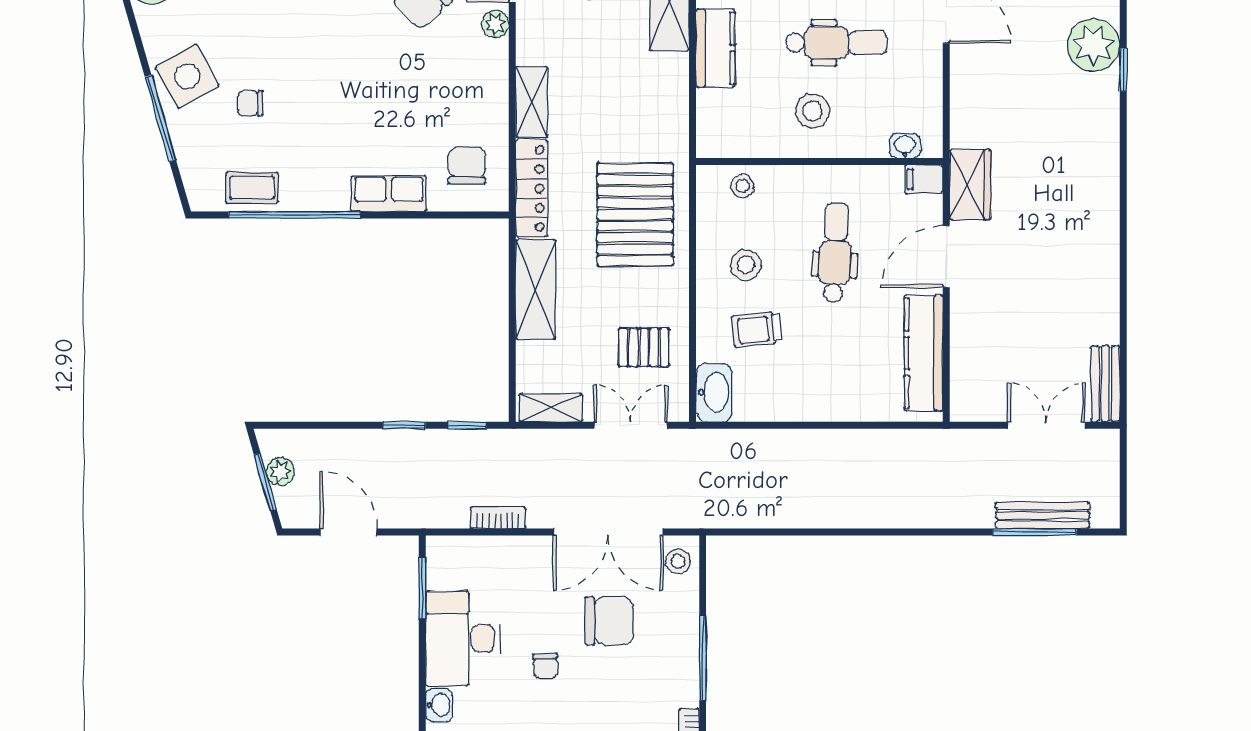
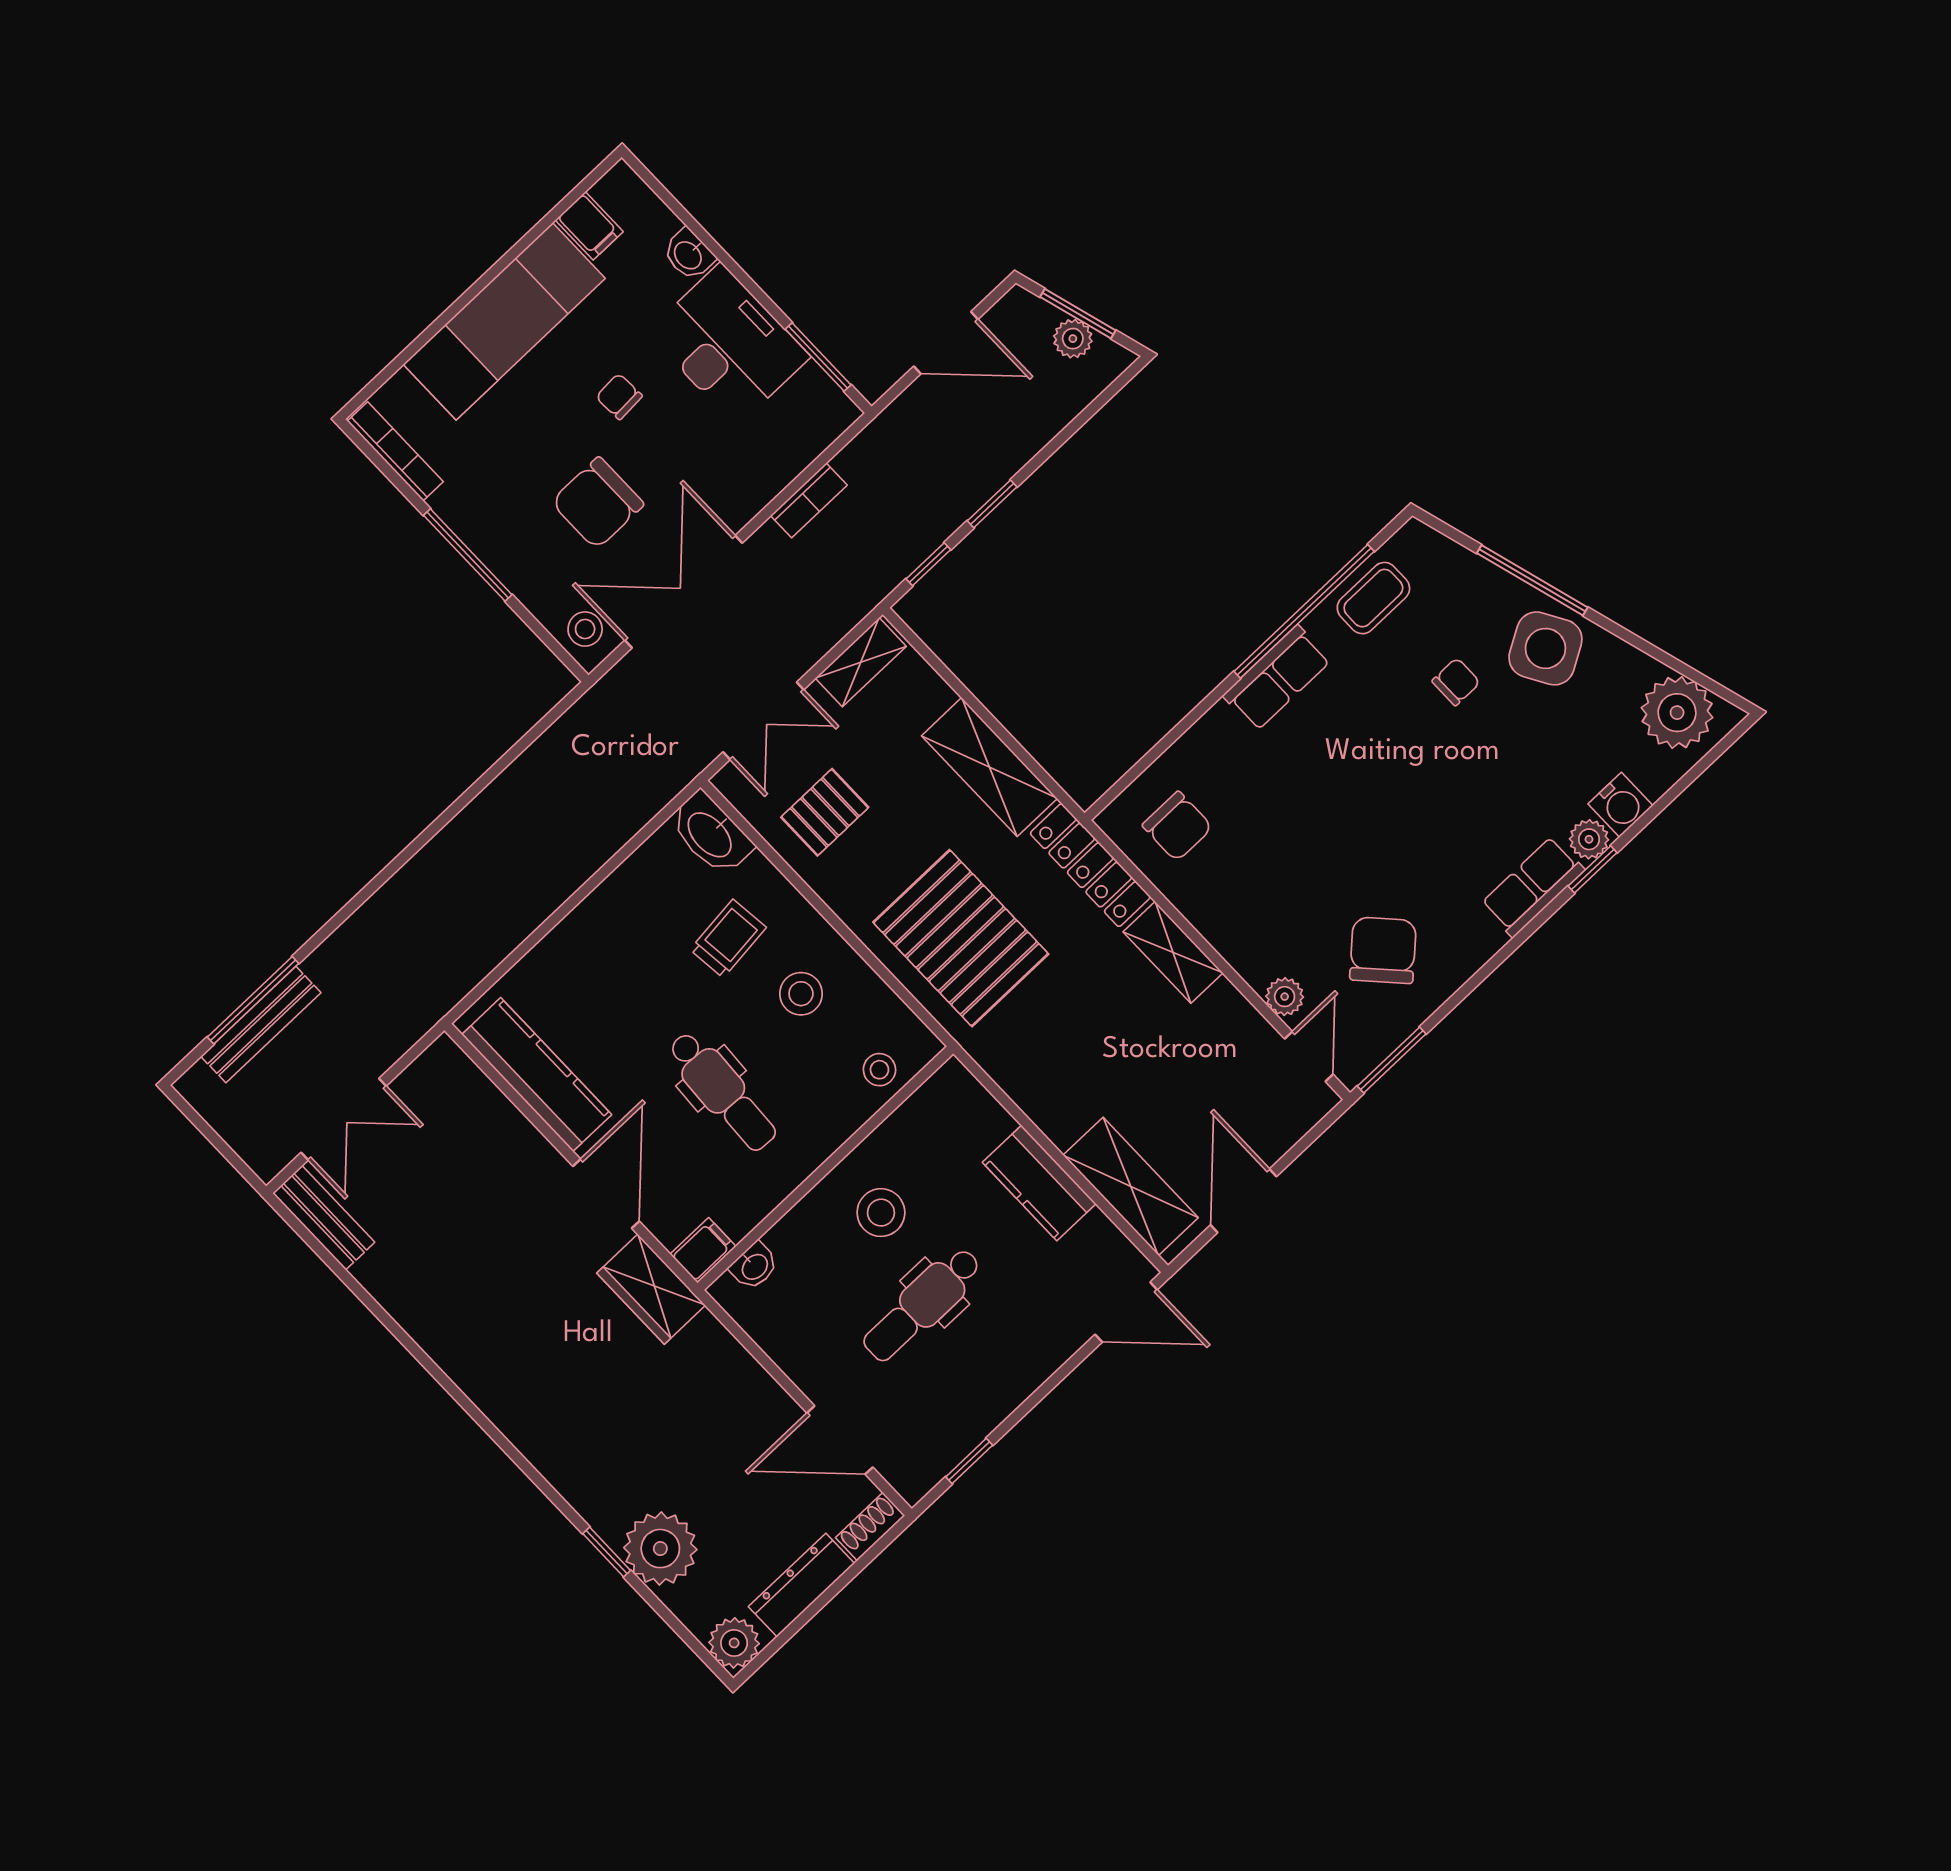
row of seats: (389, 194) -> (1277, 678), moved

